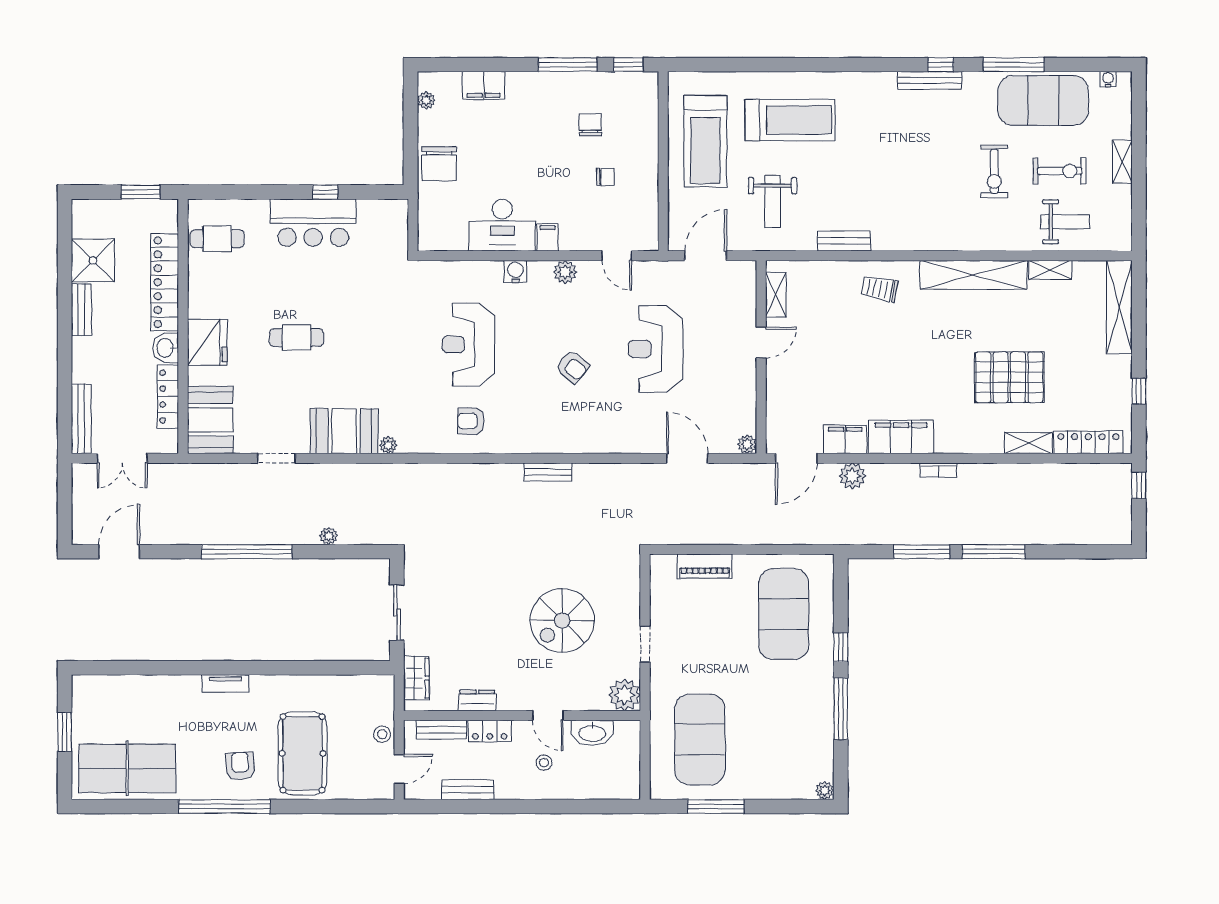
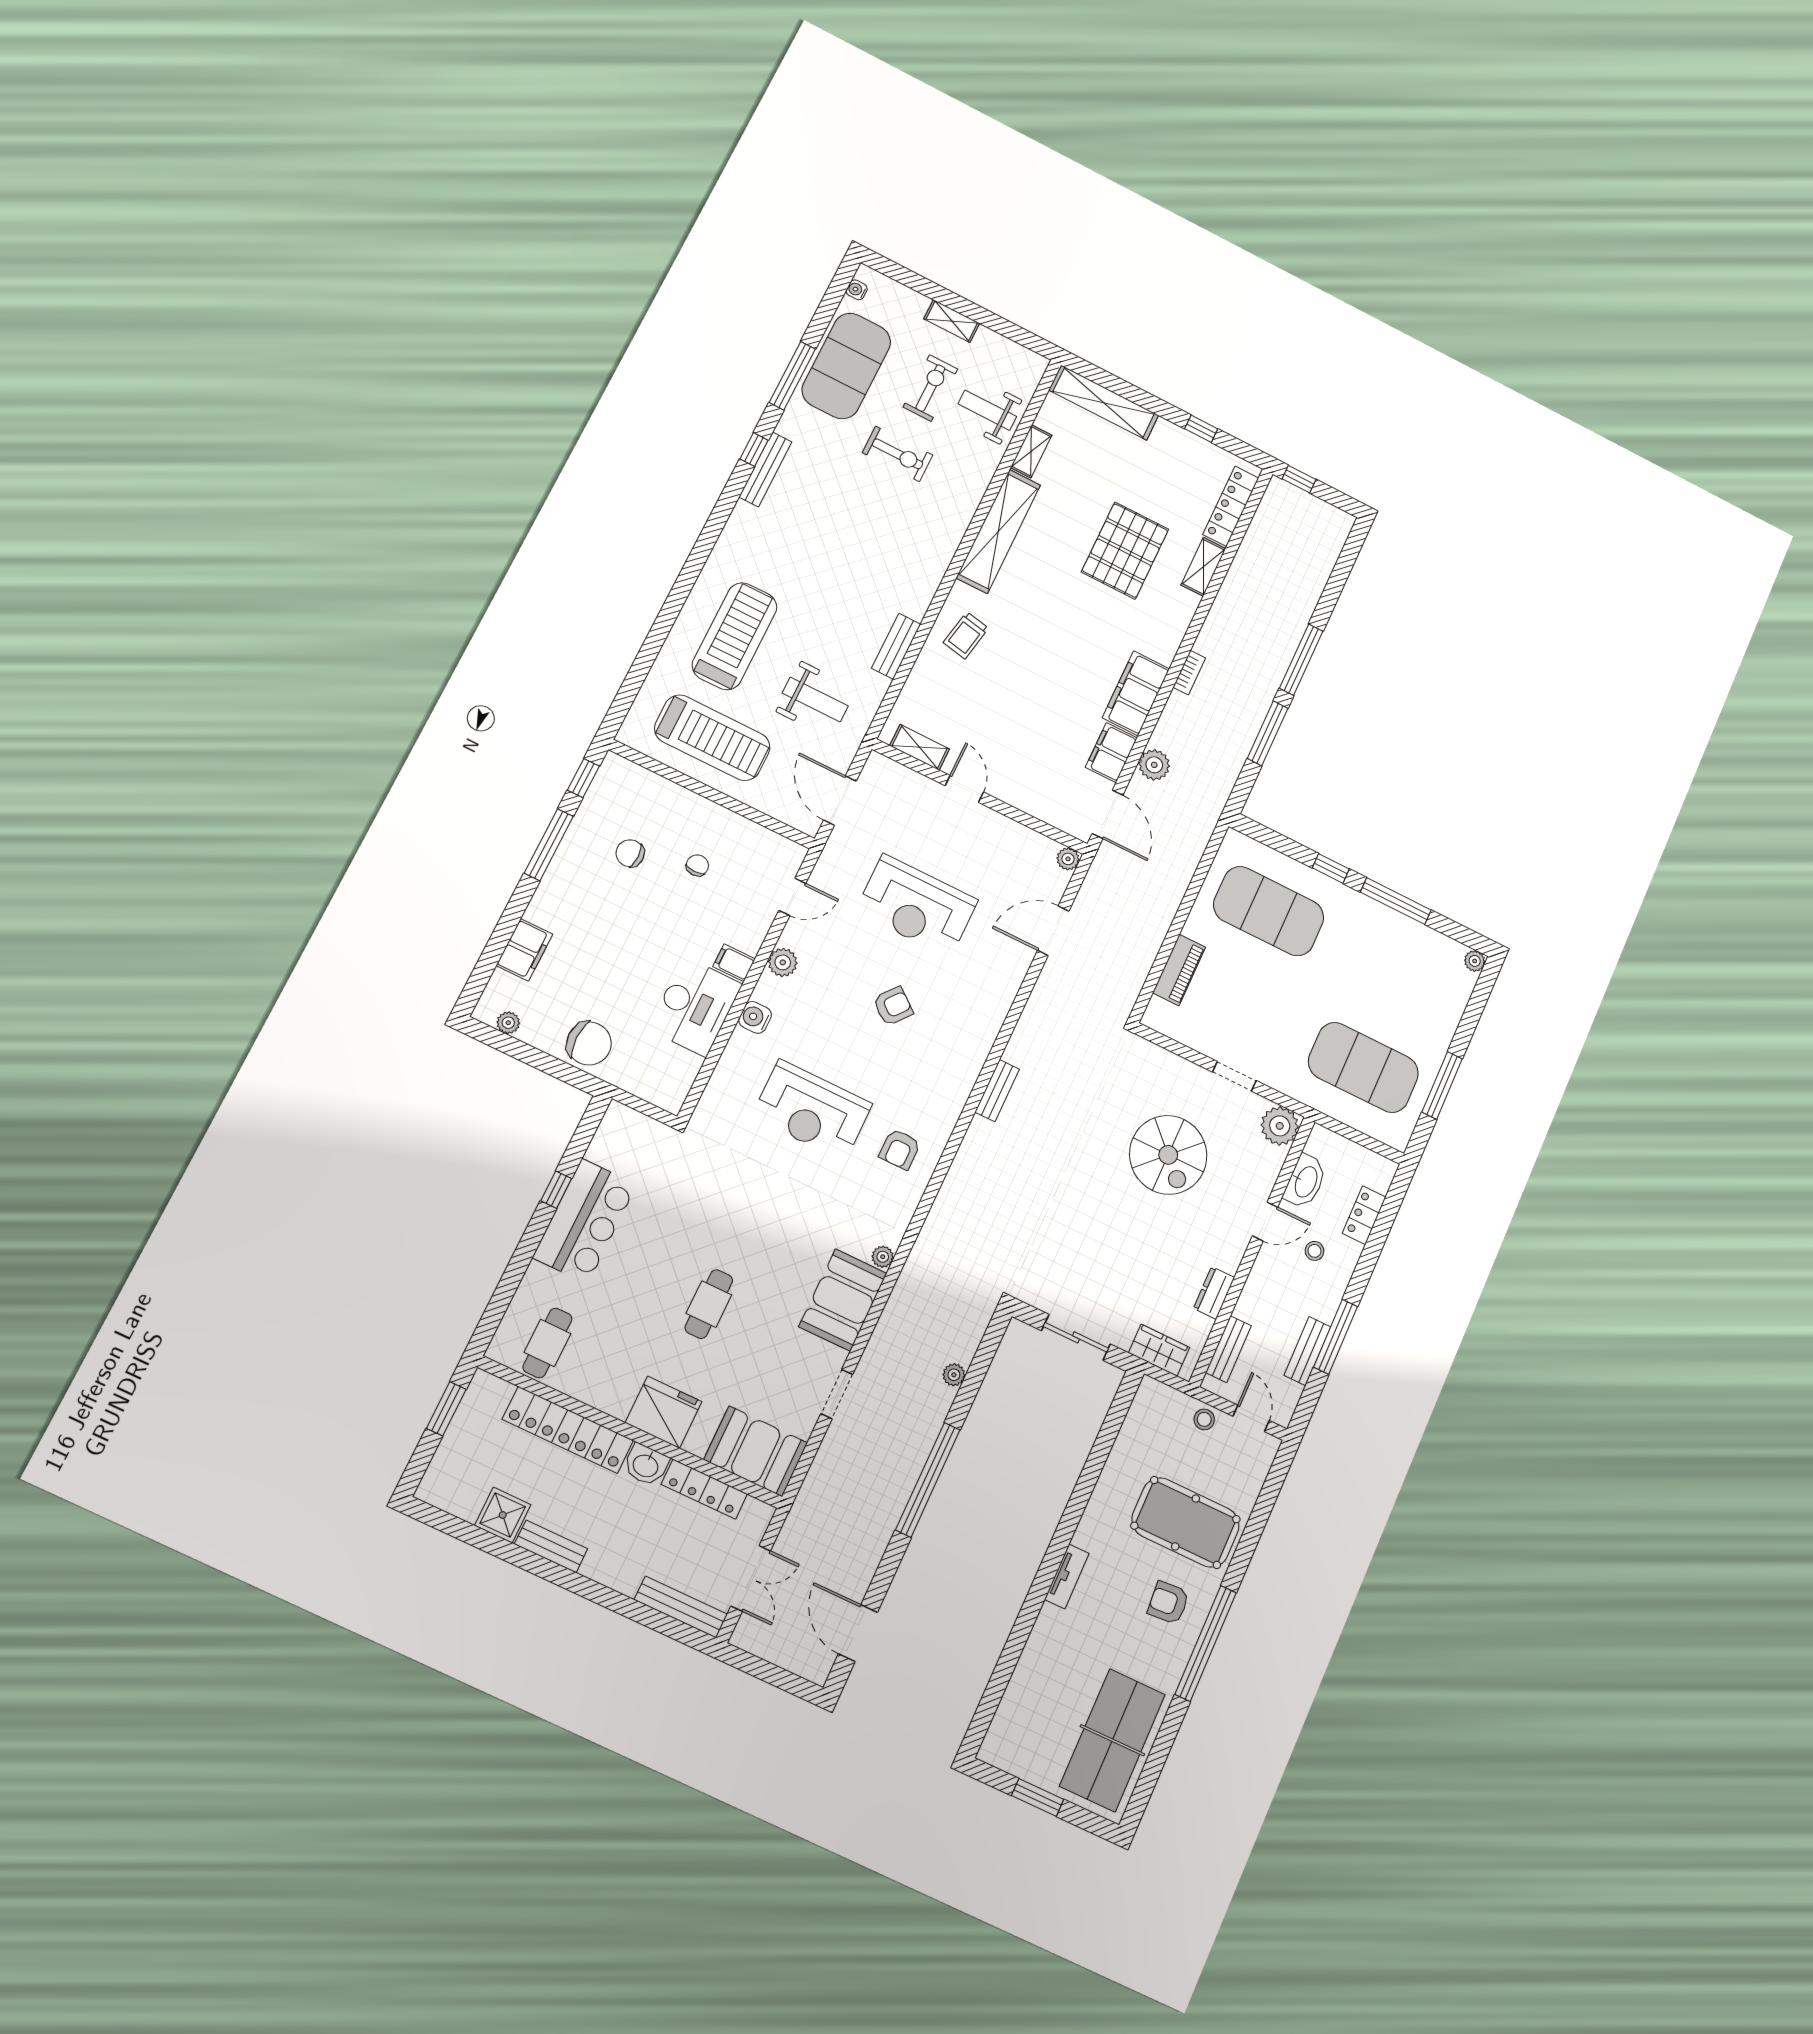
weight bench: (1065, 222) -> (987, 410), turned -90
shower: (93, 260) -> (503, 1515), width x0.73, depth x0.73
locker: (490, 731) -> (1364, 1215), moved, turned 180
window: (488, 807) -> (1336, 1337), added

